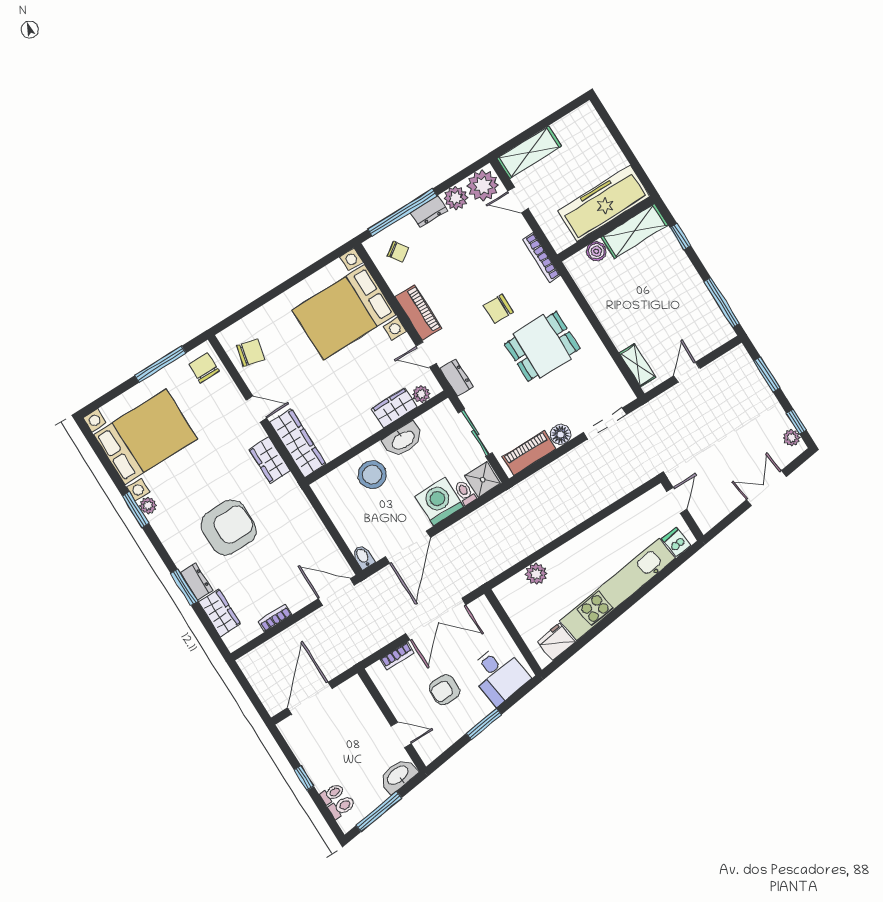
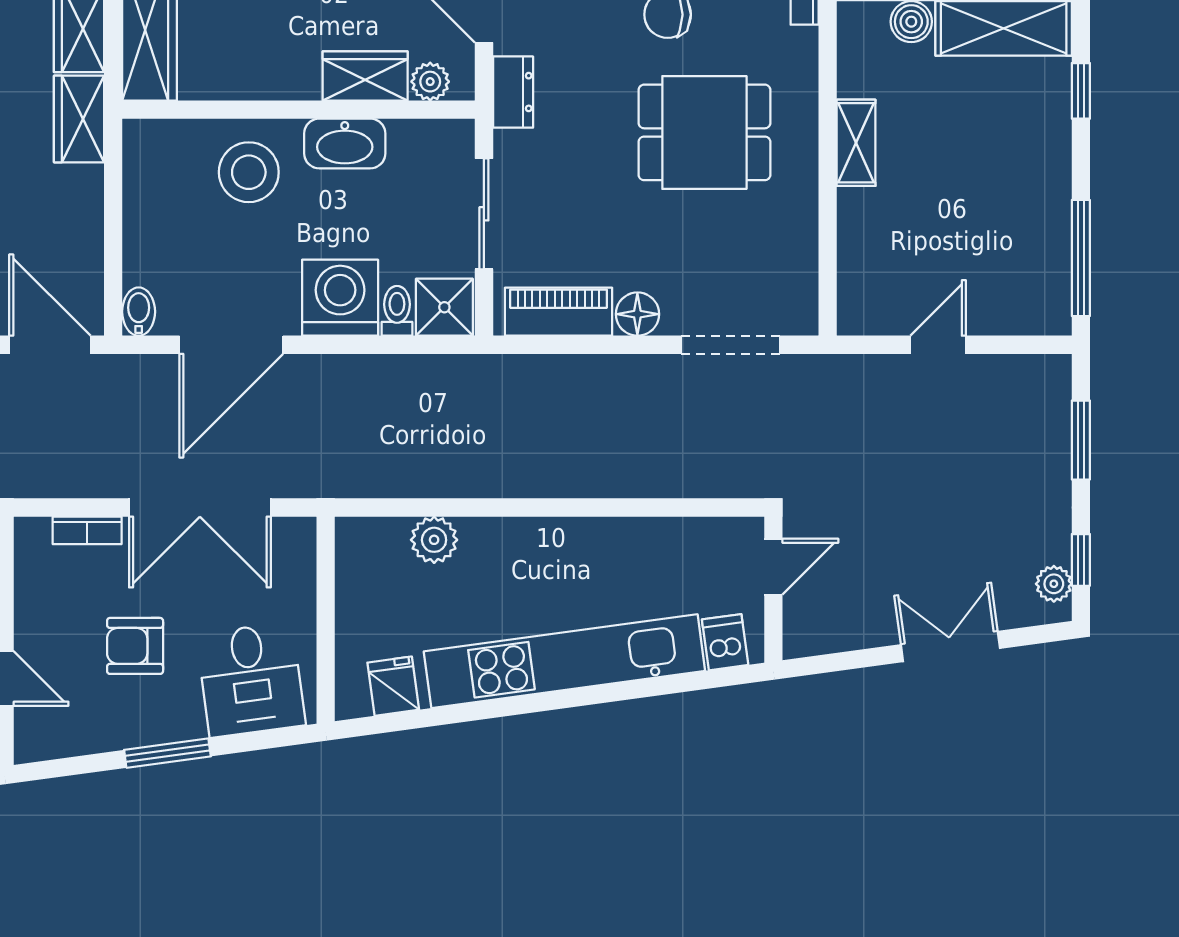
shelving: (637, 365) -> (856, 143), moved
wardrobe: (292, 496) -> (79, 119), added
fridge: (556, 642) -> (393, 686), width x0.72

